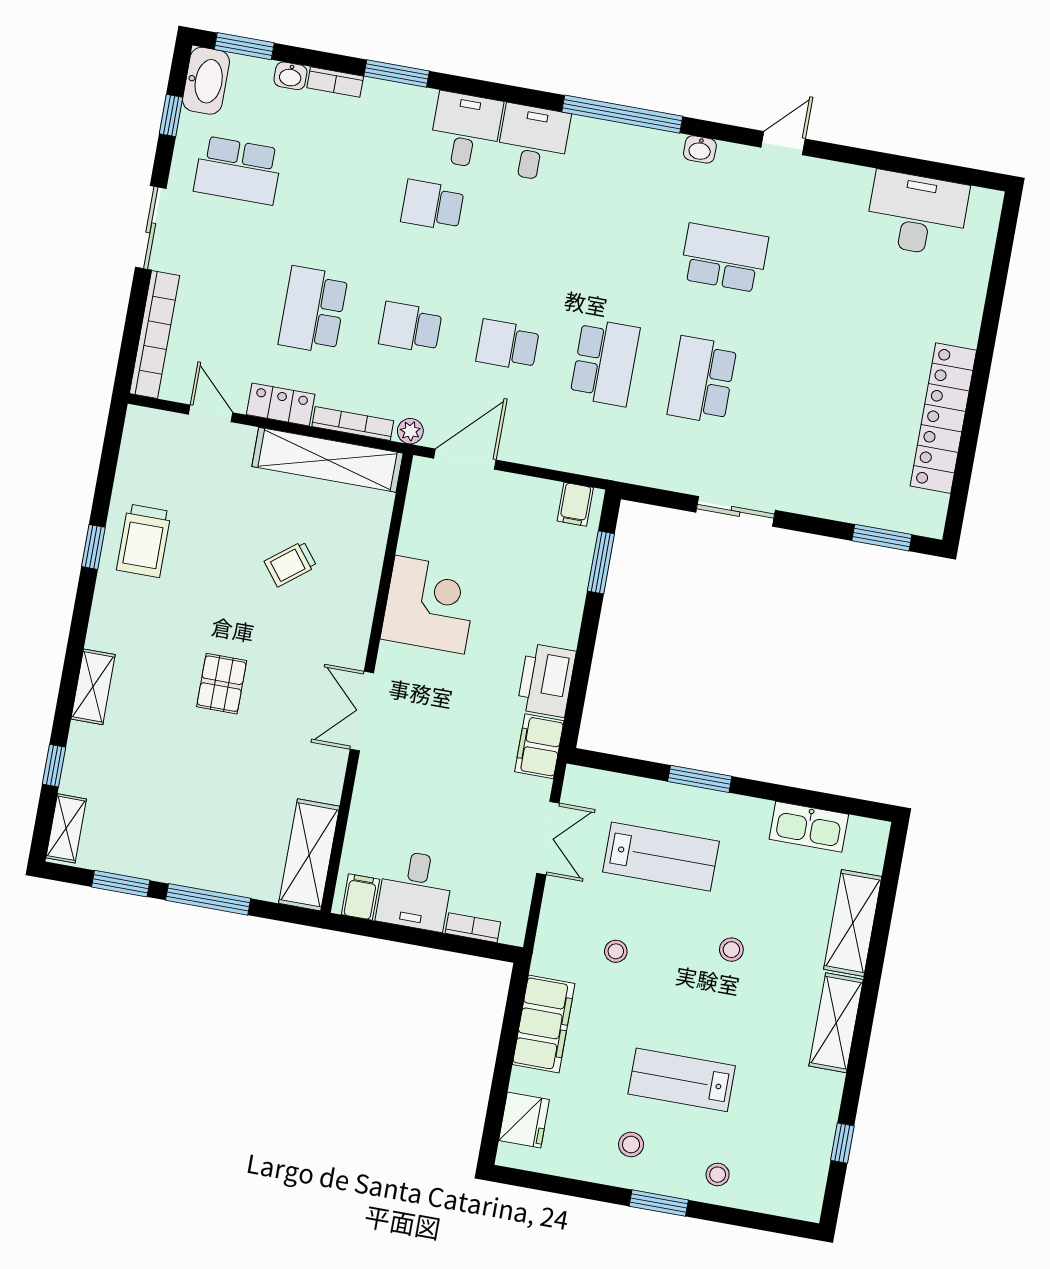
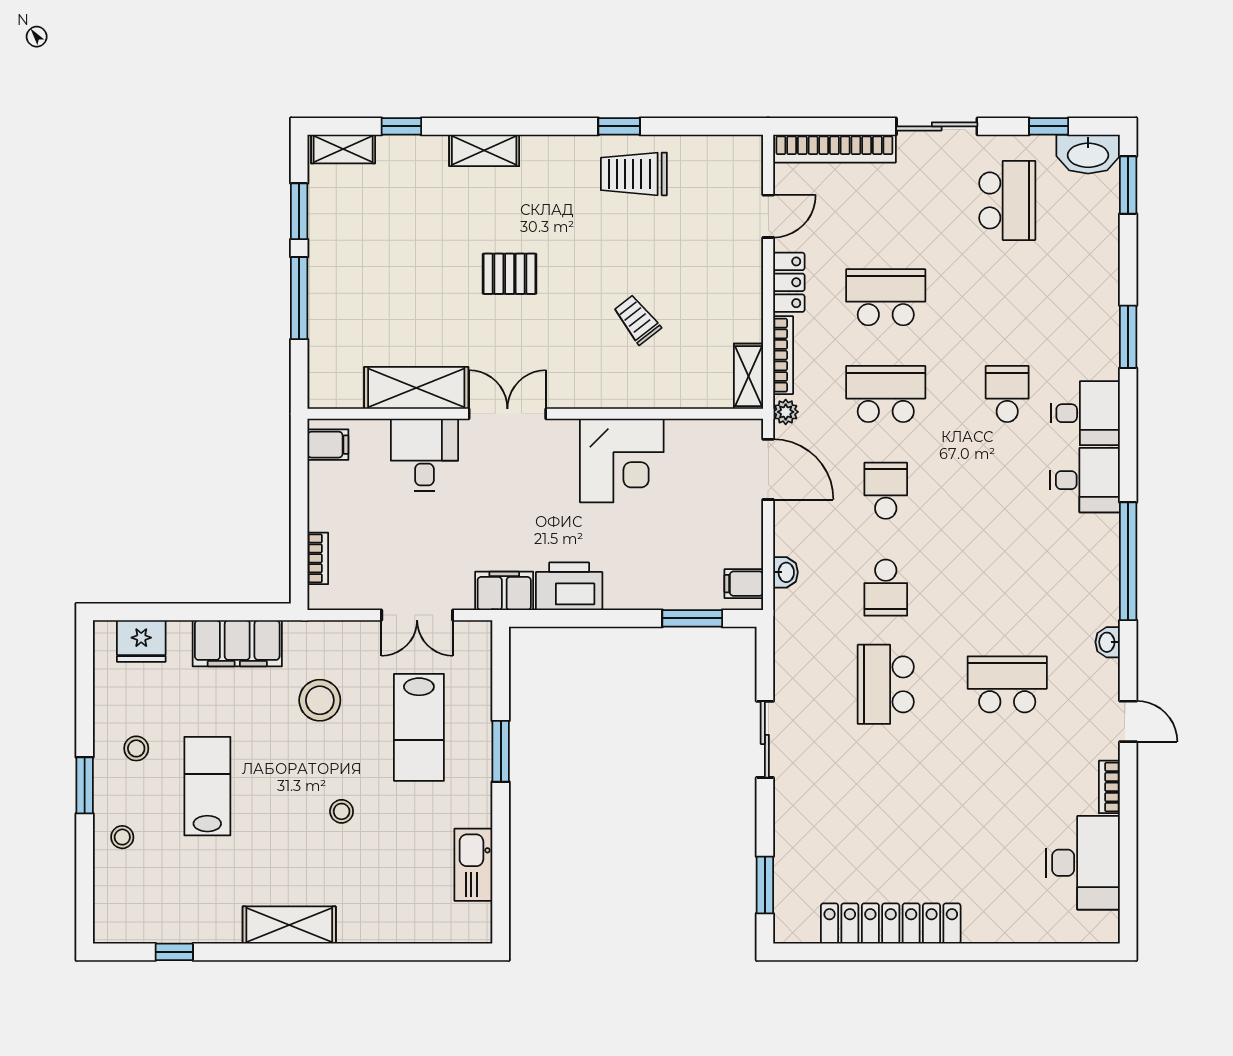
washbasin: (290, 76) -> (785, 572), moved, turned 180
bookcase: (335, 82) -> (1109, 787), moved
school desk: (238, 170) -> (1007, 200), turned 180
school desk: (724, 258) -> (1007, 684), turned -90
school desk: (410, 327) -> (886, 394), width x1.85
school desk: (605, 362) -> (886, 588), width x0.54
school desk: (702, 380) -> (886, 684), turned -90
shelving: (327, 460) -> (749, 376), width x0.45, depth x0.75
shelving: (309, 855) -> (416, 388), moved
desk: (415, 890) -> (424, 455), moved, turned 90
shelving: (853, 923) -> (388, 924), removed
stool: (616, 951) -> (320, 700), width x1.89, depth x1.89

